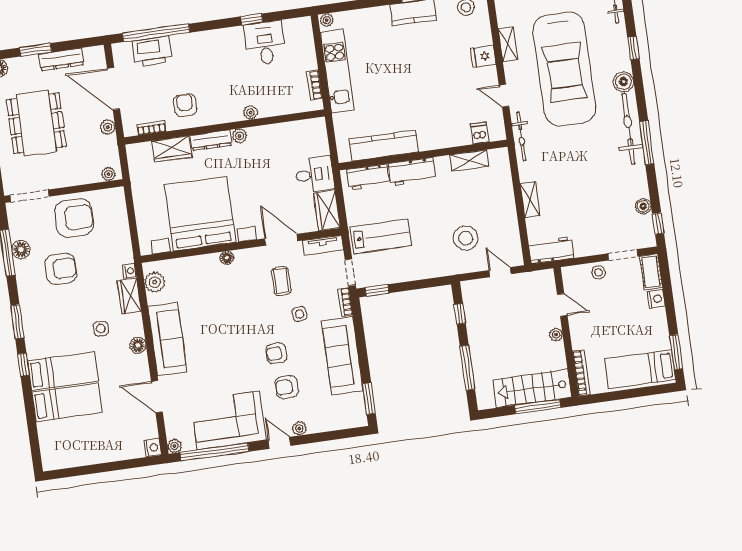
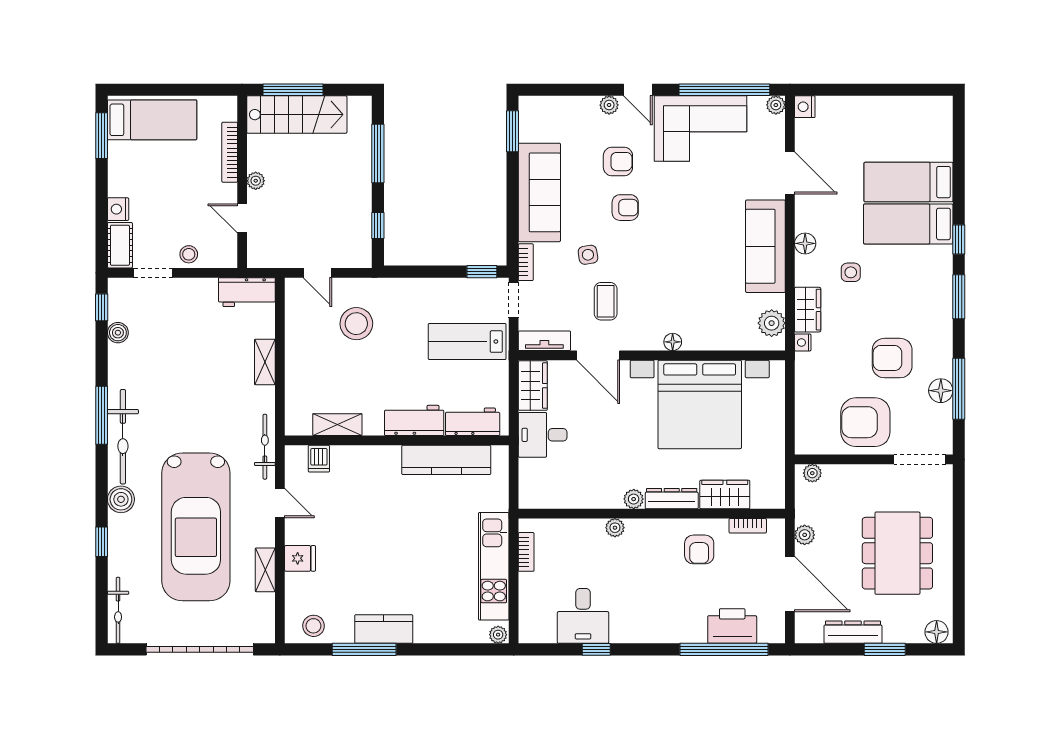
car: (564, 69) -> (196, 527), turned 180
bookcase: (581, 373) -> (230, 152), moved

